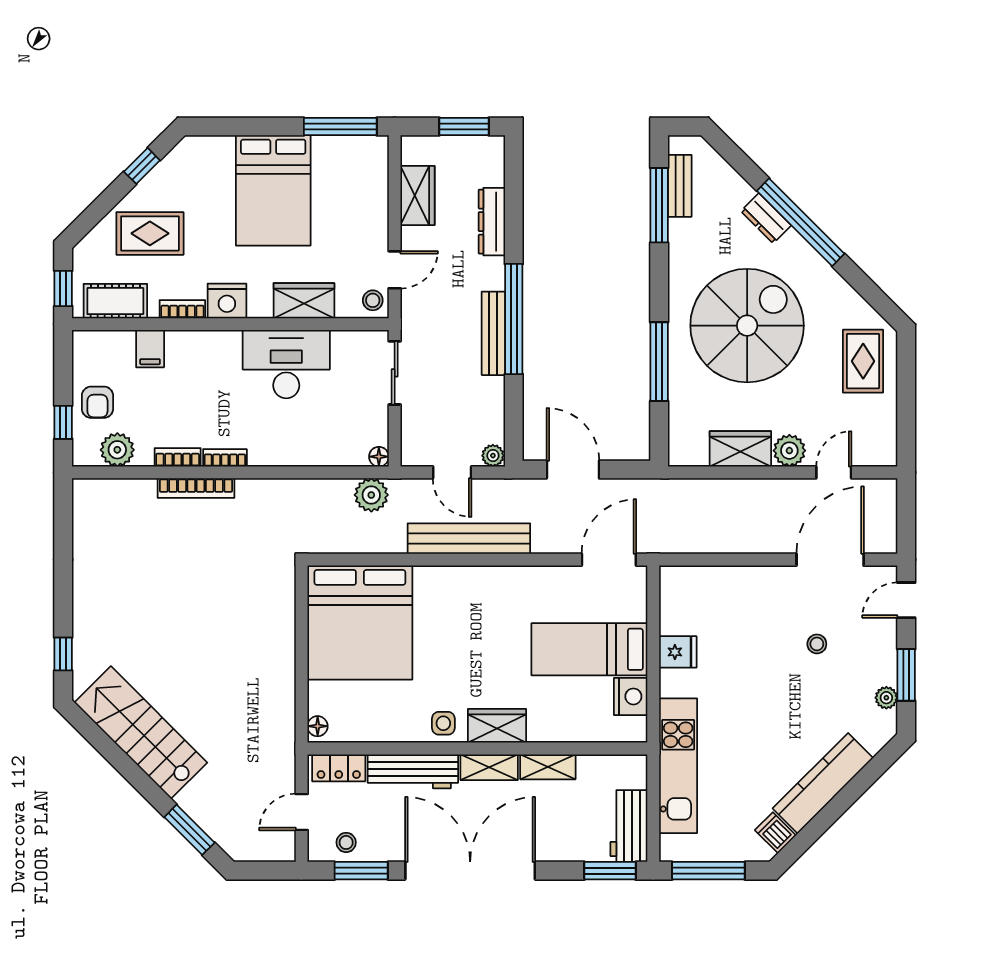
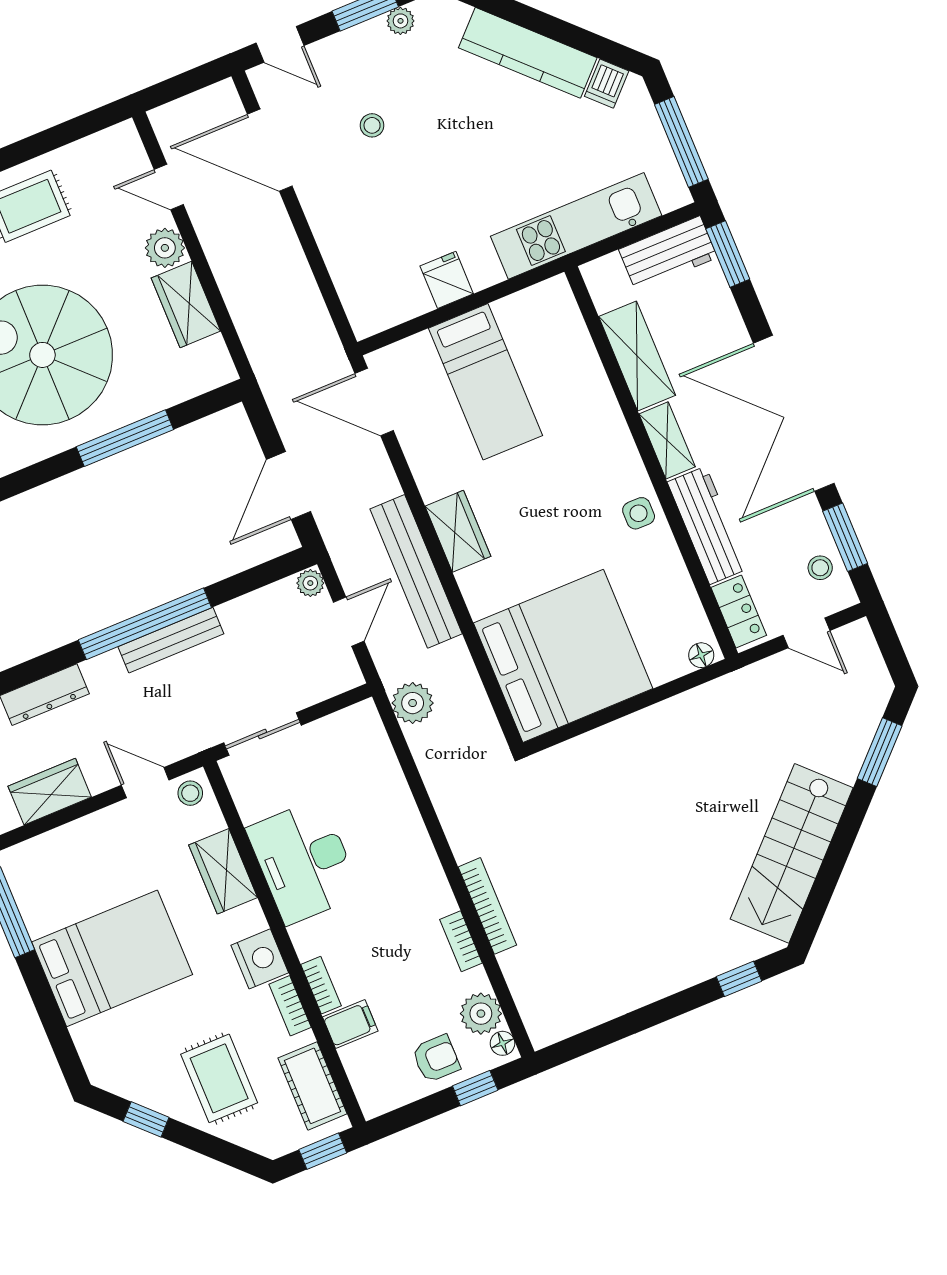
floor lamp: (379, 457) -> (502, 1043), moved
bookcase: (225, 458) -> (321, 985), moved, turned 180
nightstand: (631, 696) -> (520, 313), removed
wardrobe: (497, 726) -> (458, 531), moved, turned 180
shelving: (548, 767) -> (637, 356), width x1.50, depth x1.33

